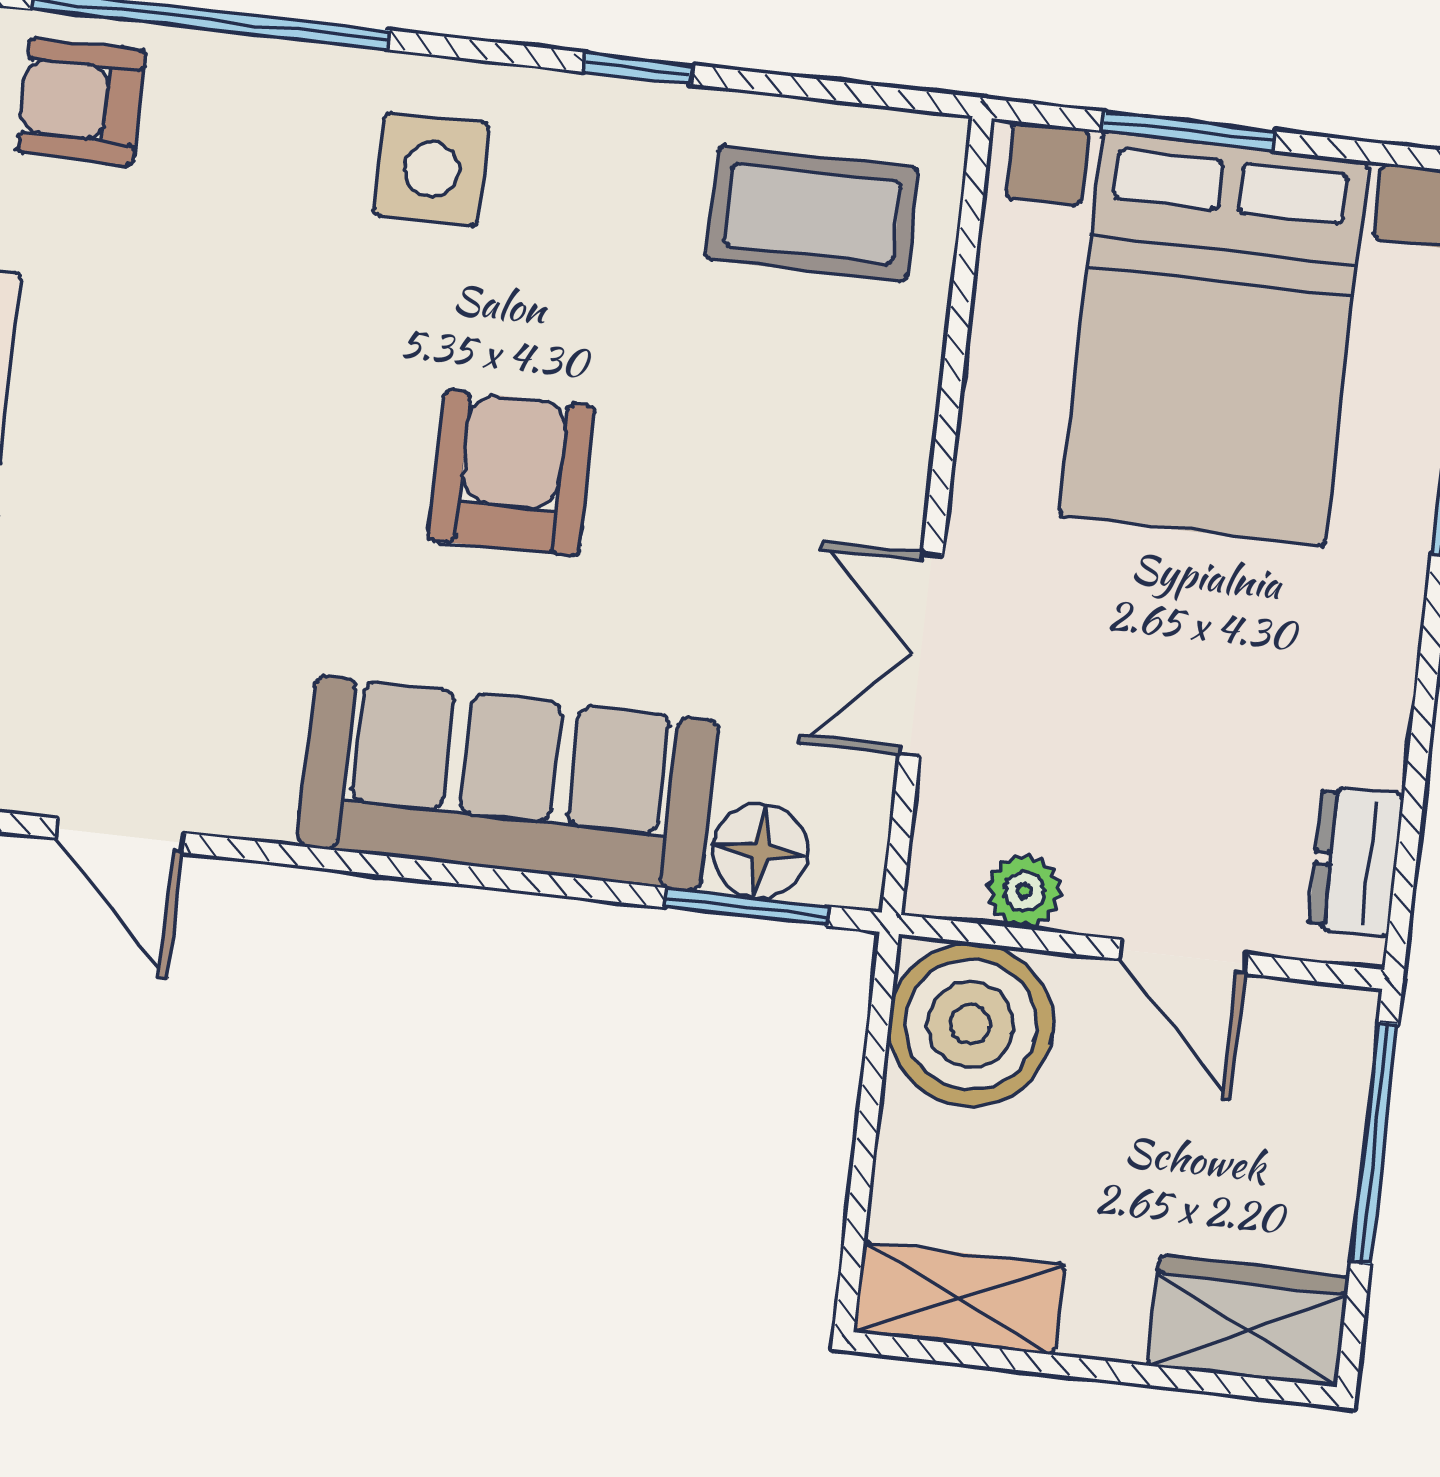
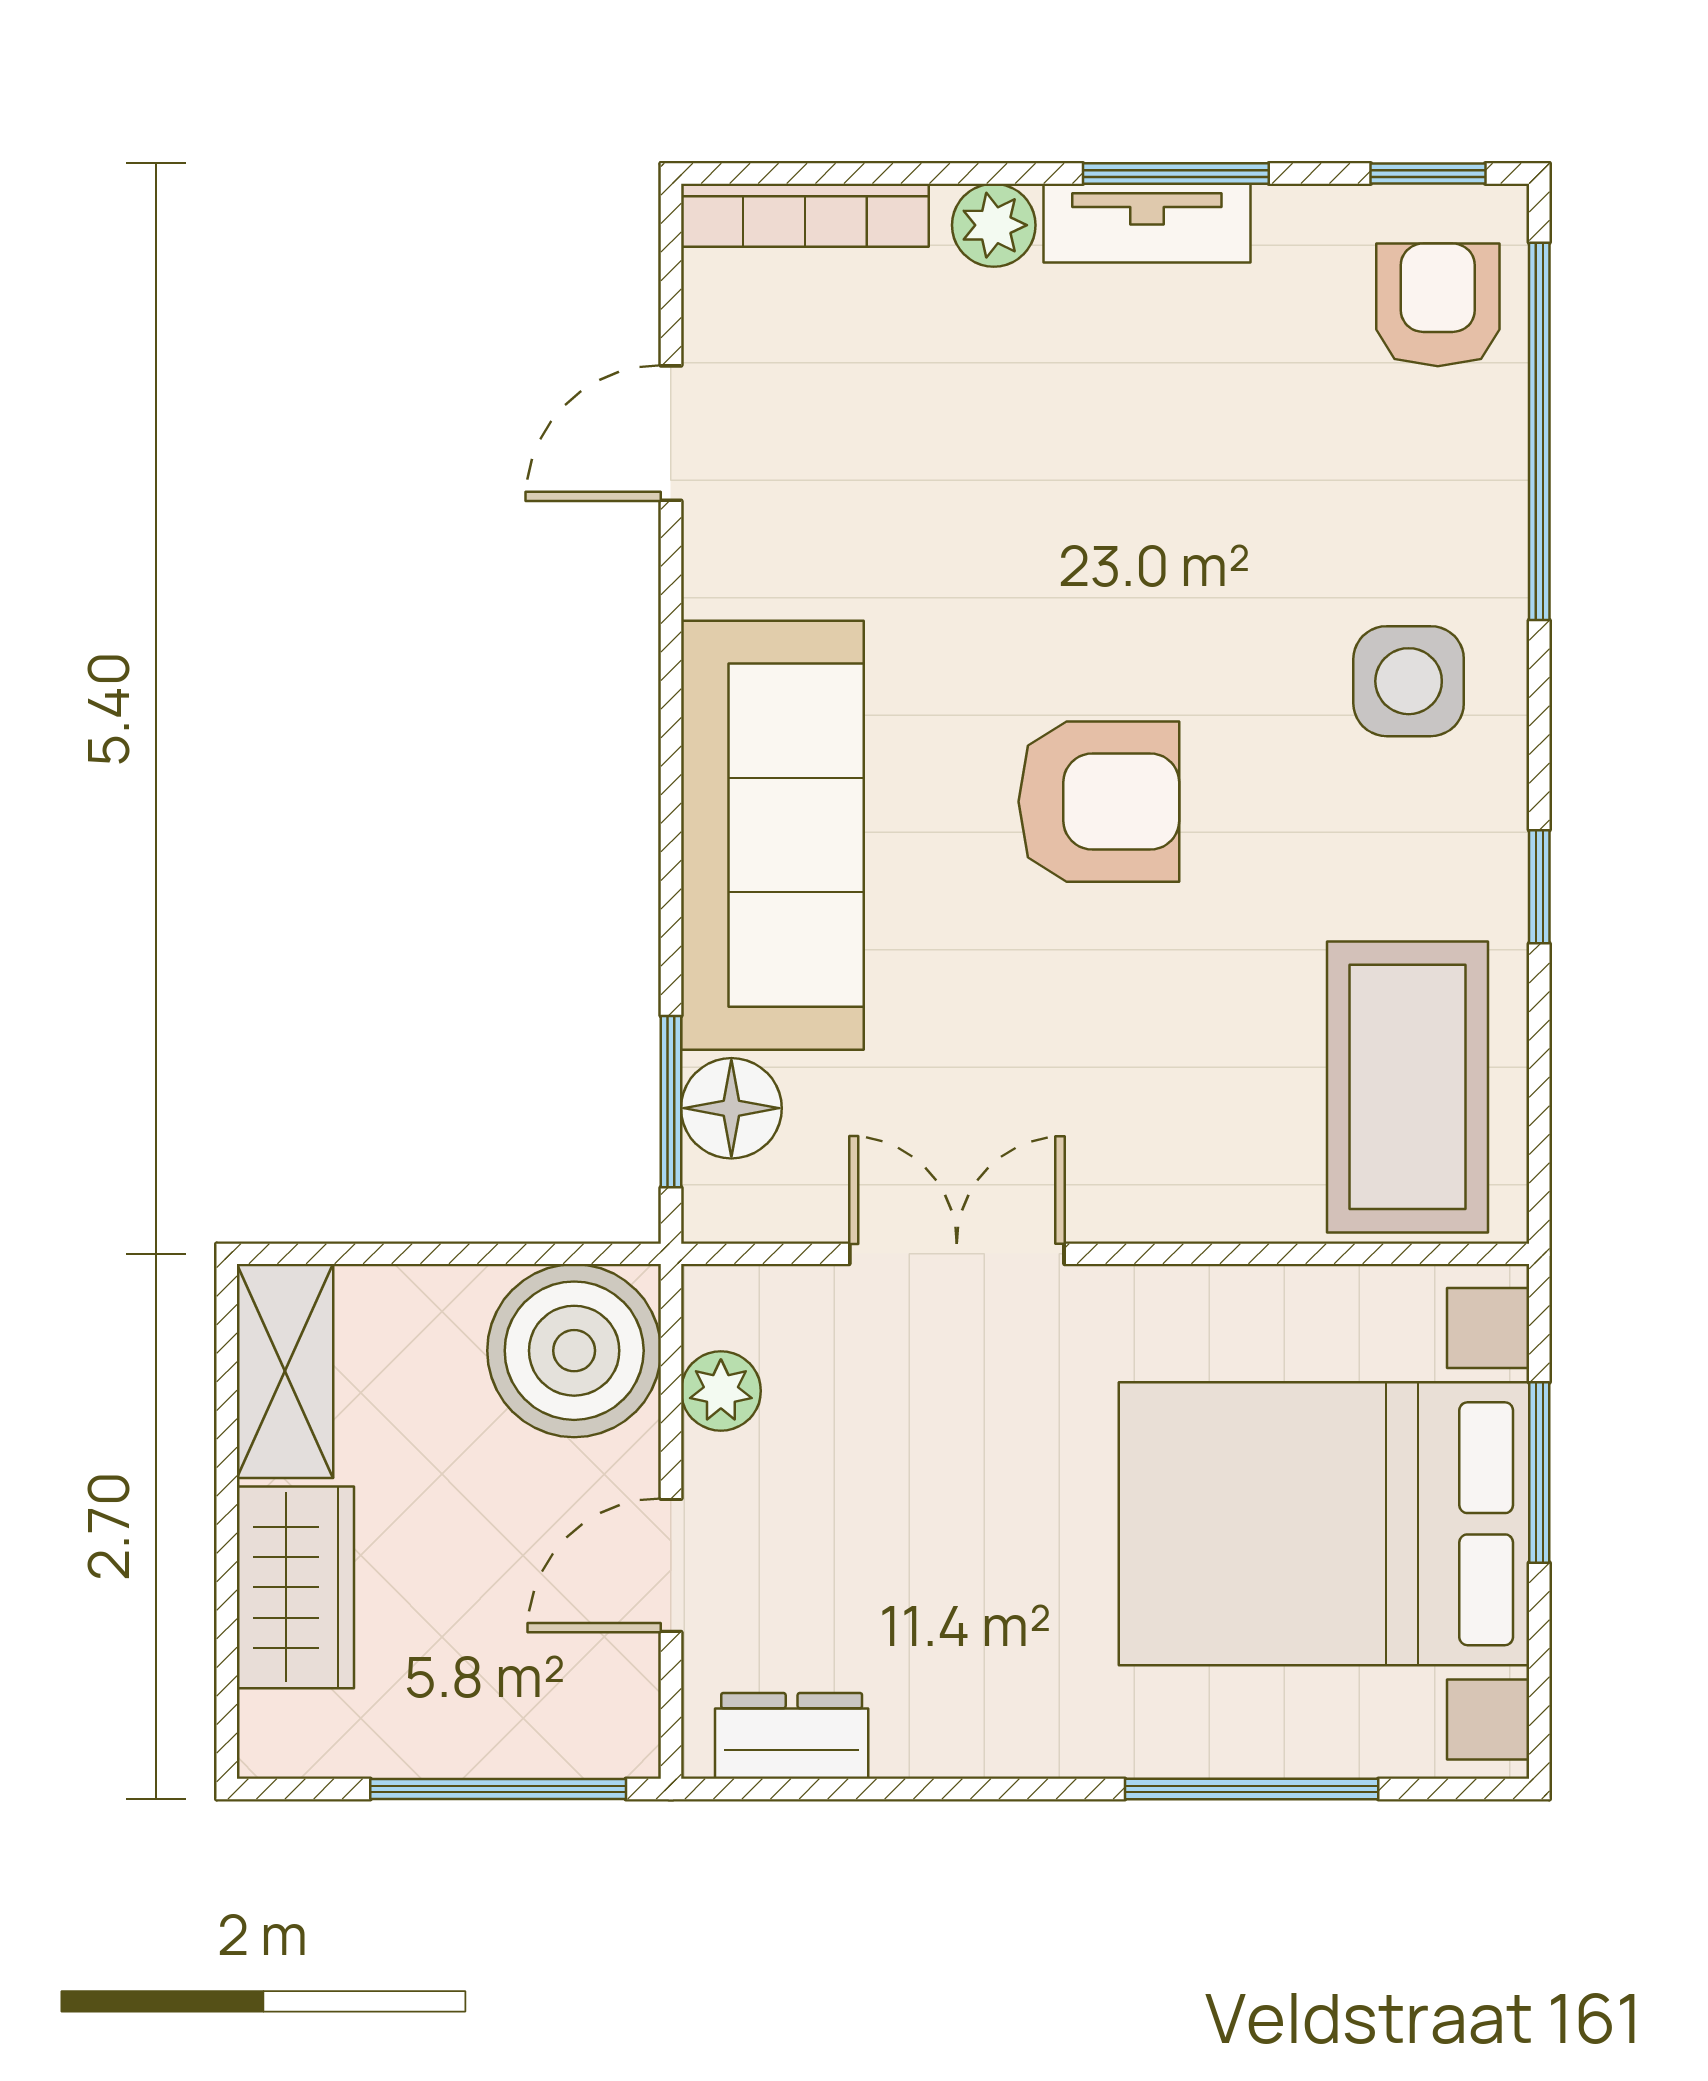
coffee table: (812, 214) -> (1408, 1087), width x1.36, depth x1.32
wardrobe: (1248, 1321) -> (295, 1587), moved

